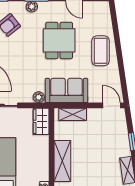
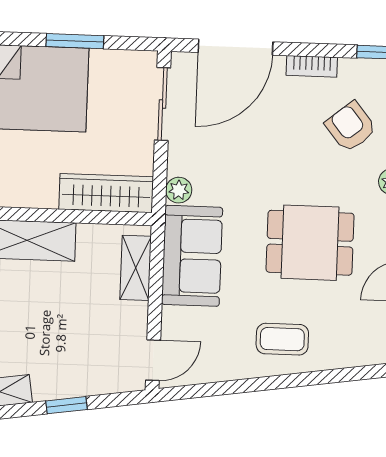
coffee table: (101, 51) -> (282, 339), width x0.73, depth x0.77
wardrobe: (41, 121) -> (106, 193), width x1.50

